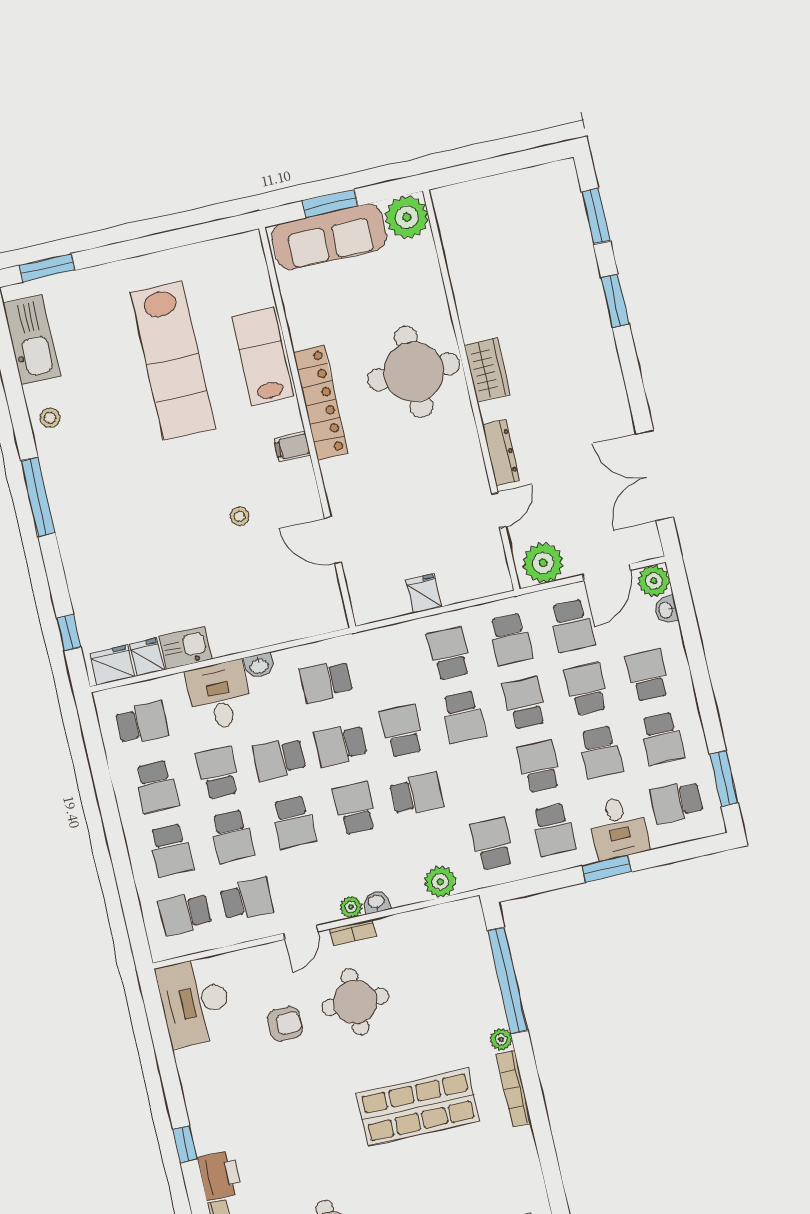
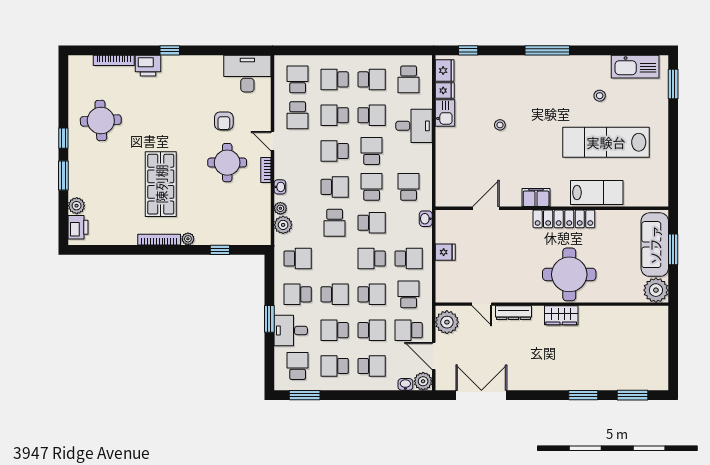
stool: (50, 418) -> (600, 96), moved
filing cabinet: (292, 447) -> (536, 198), width x2.00
stool: (240, 516) -> (500, 125), moved
school desk: (510, 639) -> (409, 294), turned 90
washbasin: (259, 666) -> (426, 219), moved
school desk: (156, 787) -> (372, 79), turned 180
plant: (351, 907) -> (280, 208), moved
window: (508, 980) -> (220, 250), width x0.32

